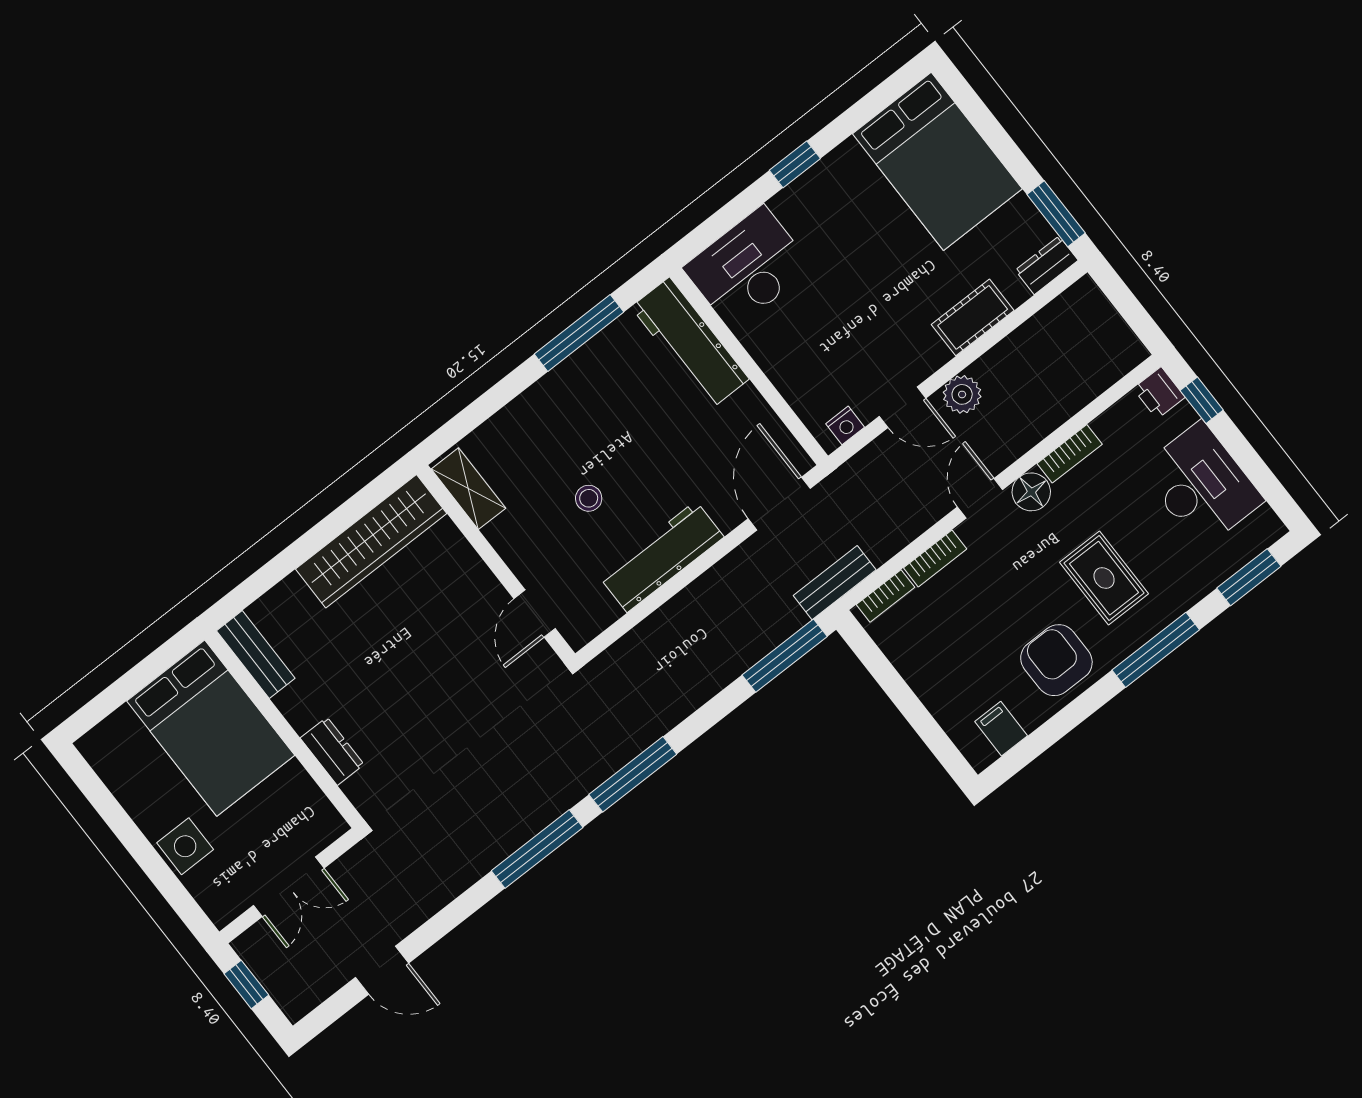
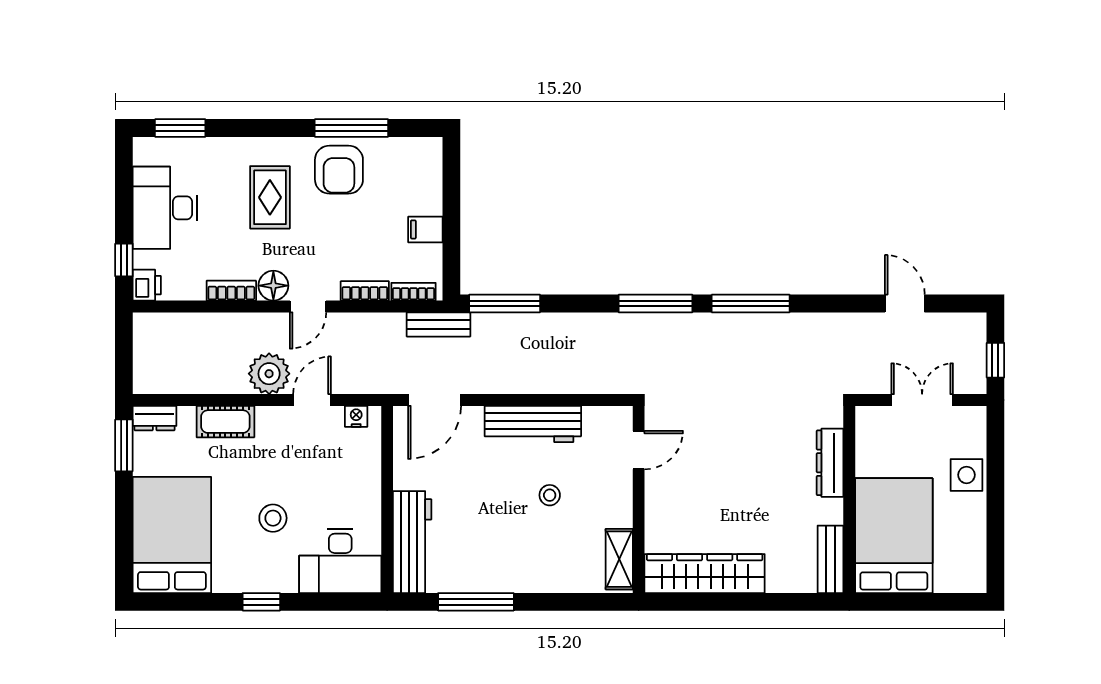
stool: (849, 258) -> (273, 518), added
plant: (962, 394) -> (269, 374), width x1.36, depth x1.36
door: (902, 407) -> (312, 400), hinge flipped
window: (1156, 650) -> (351, 128), moved
filing cabinet: (1001, 729) -> (425, 229), moved, turned 90
dresser: (332, 751) -> (830, 463), width x1.44

